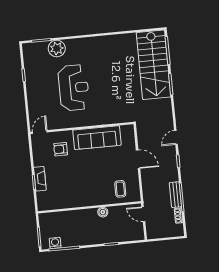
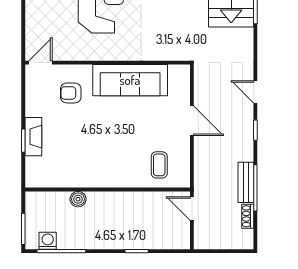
door: (176, 137) -> (255, 92), hinge flipped
boiler: (103, 212) -> (78, 199), moved

